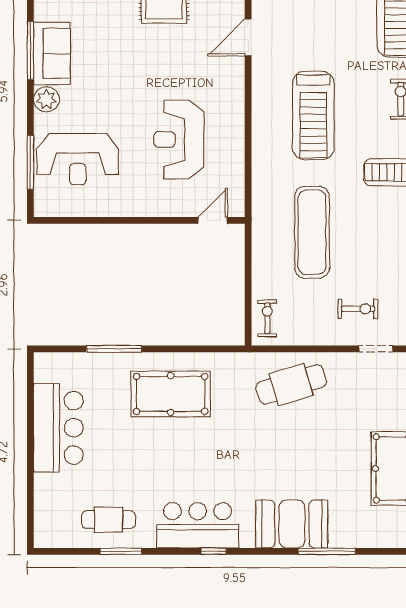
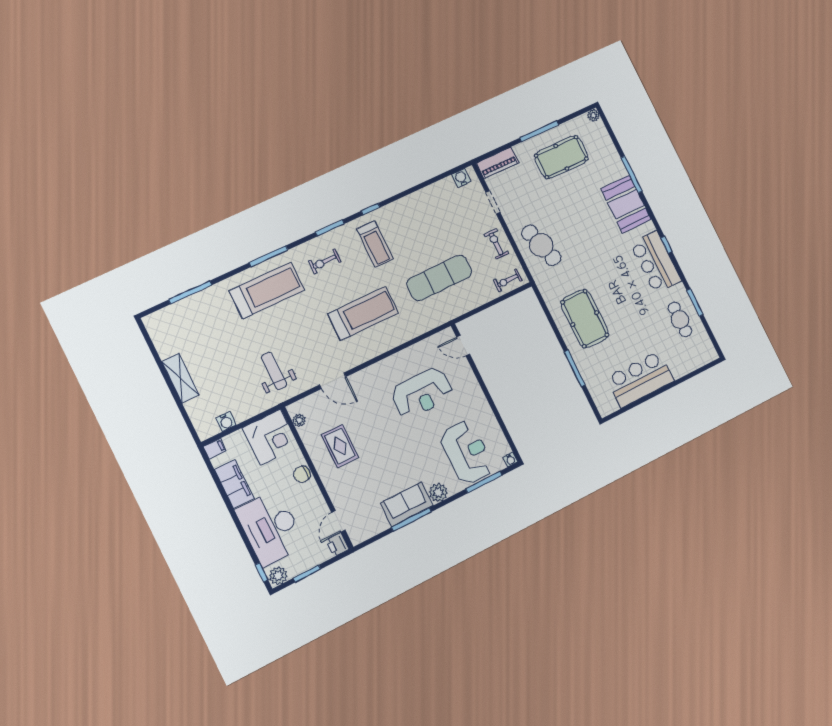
water cooler: (42, 209) -> (510, 459), added
exercise bike: (358, 309) -> (496, 244), moved

